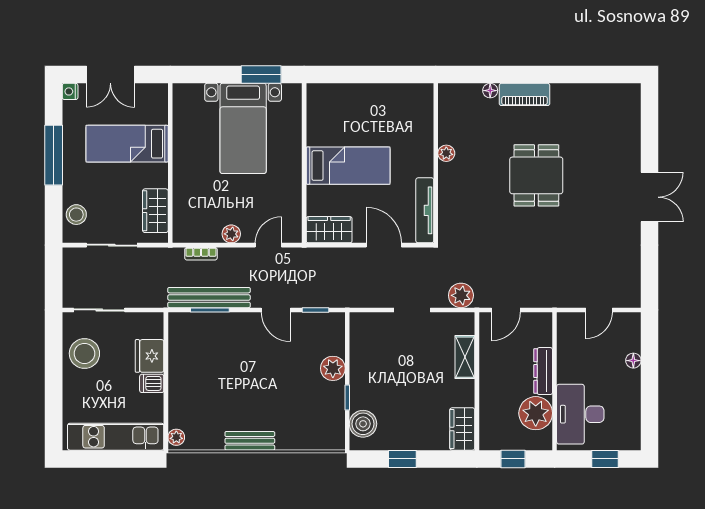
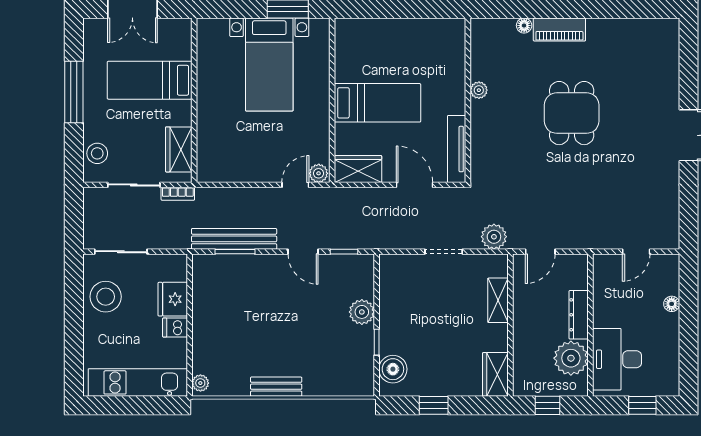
nightstand: (70, 91) -> (91, 26), removed
plant: (231, 234) -> (319, 173), moved
bookcase: (201, 254) -> (178, 194), moved

